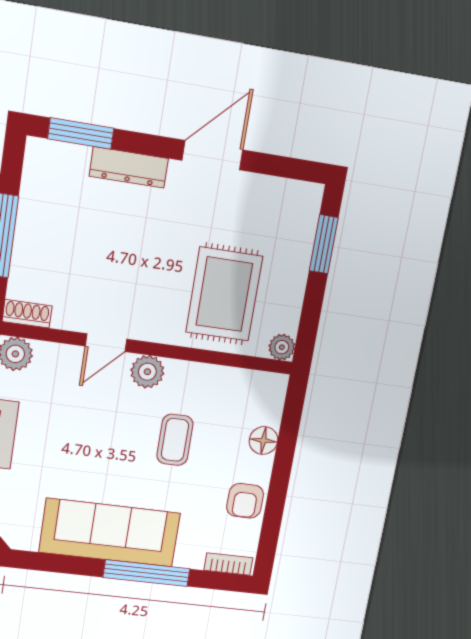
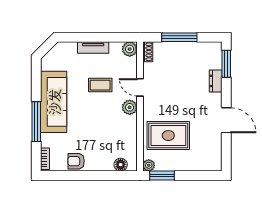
dresser: (129, 167) -> (216, 81), width x0.70
window: (324, 244) -> (162, 175), moved
coffee table: (175, 440) -> (100, 85), moved
floor lamp: (263, 440) -> (121, 165), moved

